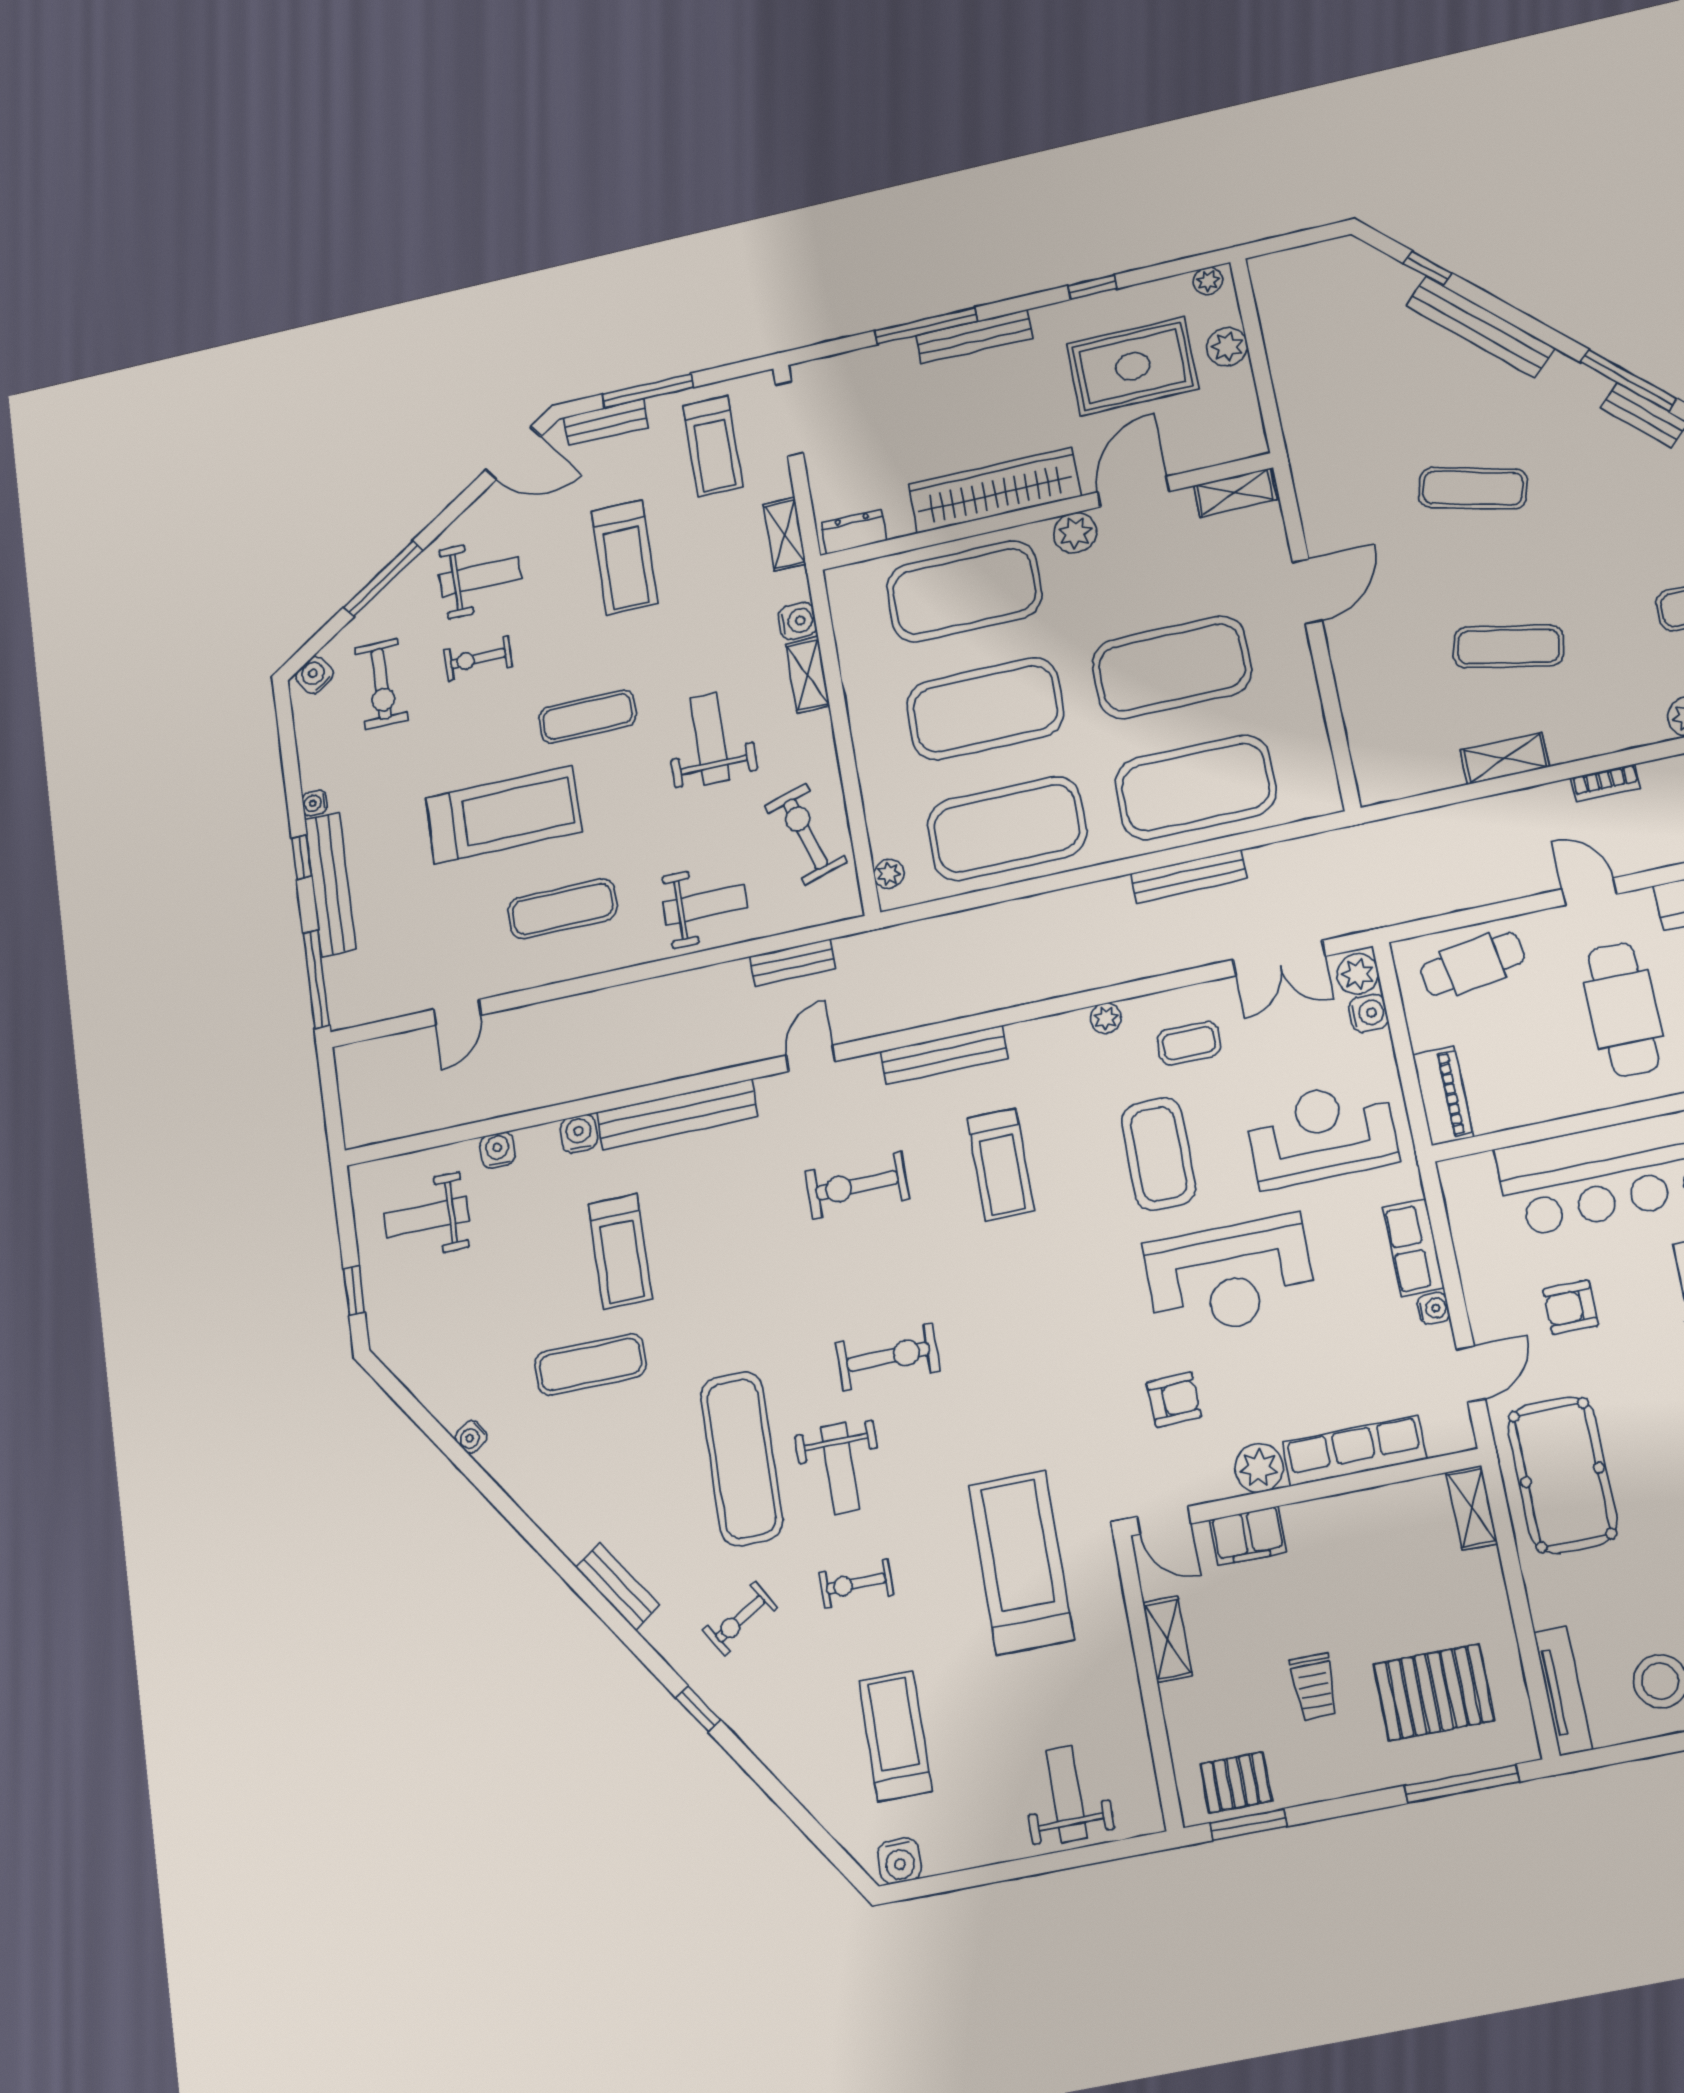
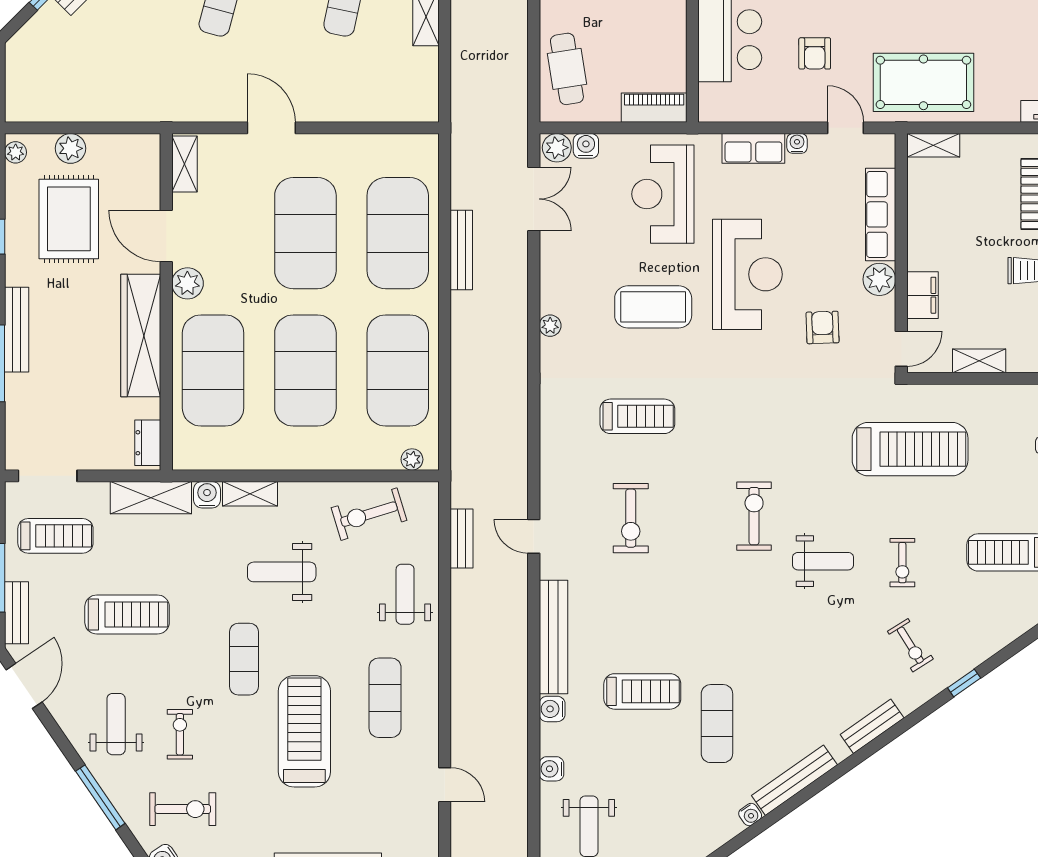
shelving: (785, 534) -> (151, 498), width x1.50, depth x1.33
exercise bike: (478, 658) -> (180, 734), turned 180
coffee table: (1189, 1043) -> (580, 272), removed
bench: (944, 1055) -> (794, 780), moved, turned 55
exercise mat: (741, 1458) -> (803, 628), removed
treadmill: (1021, 1562) -> (910, 449), turned 180

